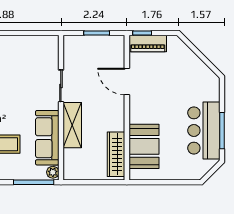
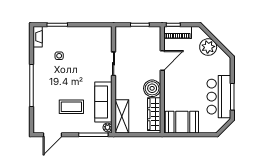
plant: (189, 63) -> (208, 47), added
door: (127, 81) -> (162, 60), swing flipped
boiler: (113, 119) -> (152, 88), added
shelving: (72, 125) -> (122, 116), moved
booth: (144, 146) -> (182, 122), moved, turned 90

